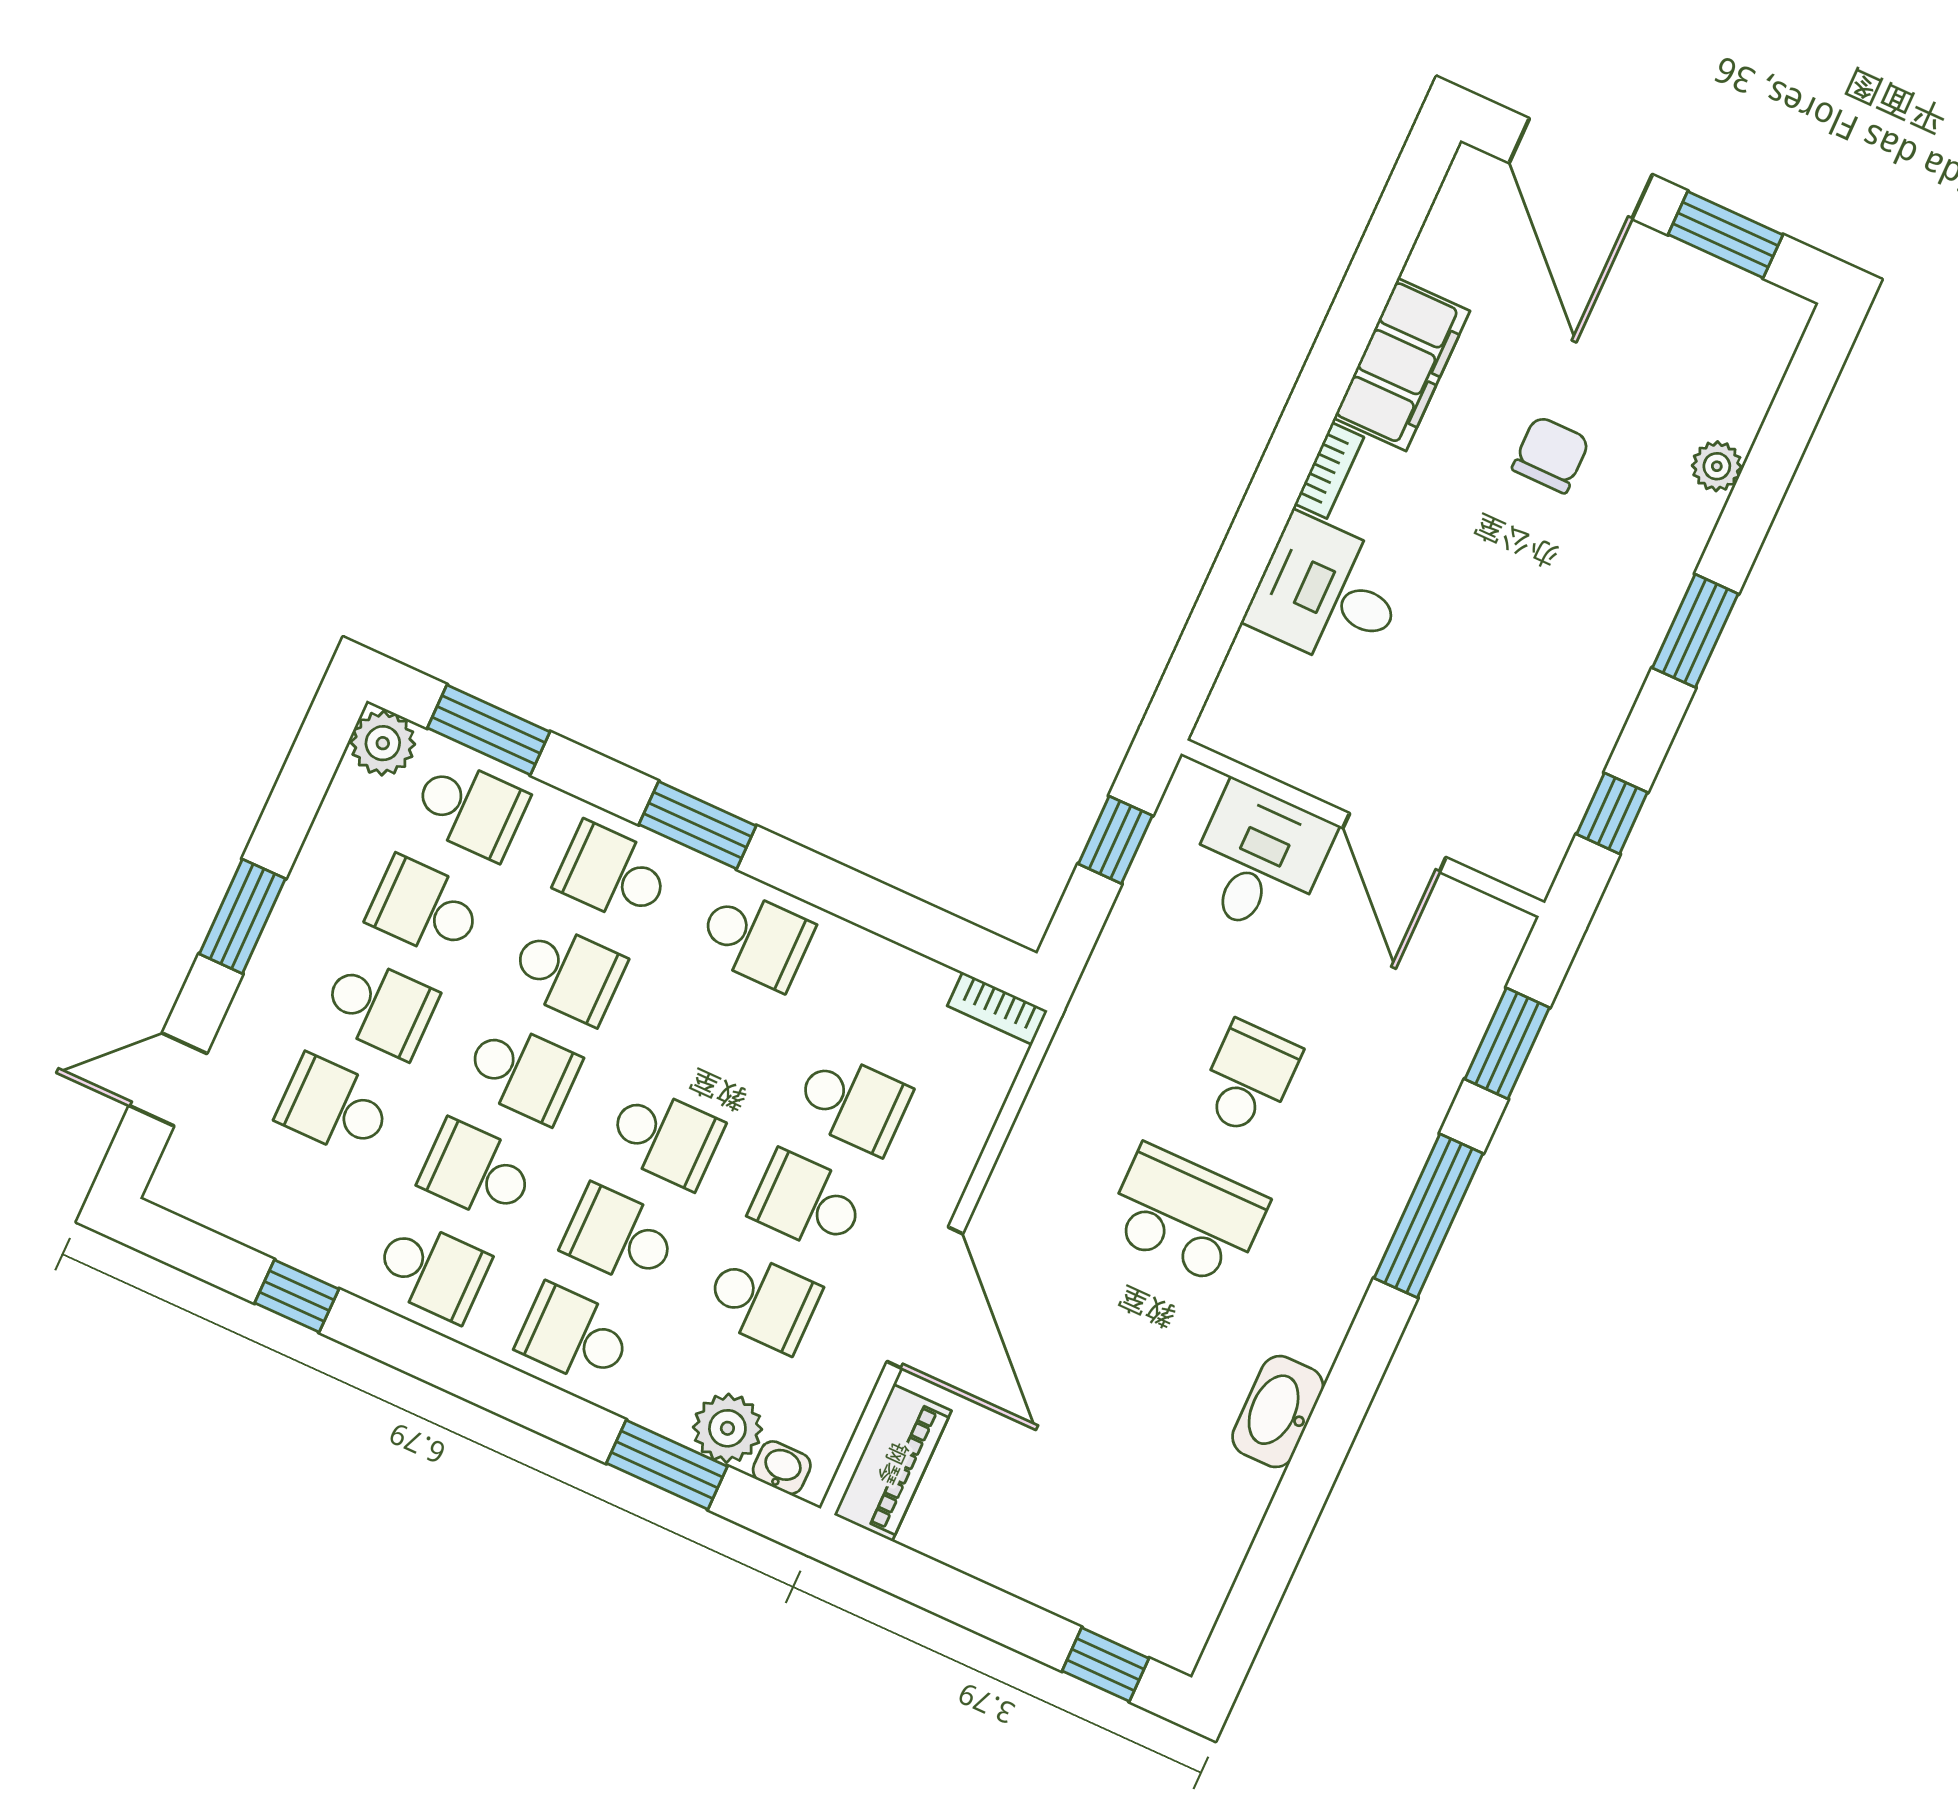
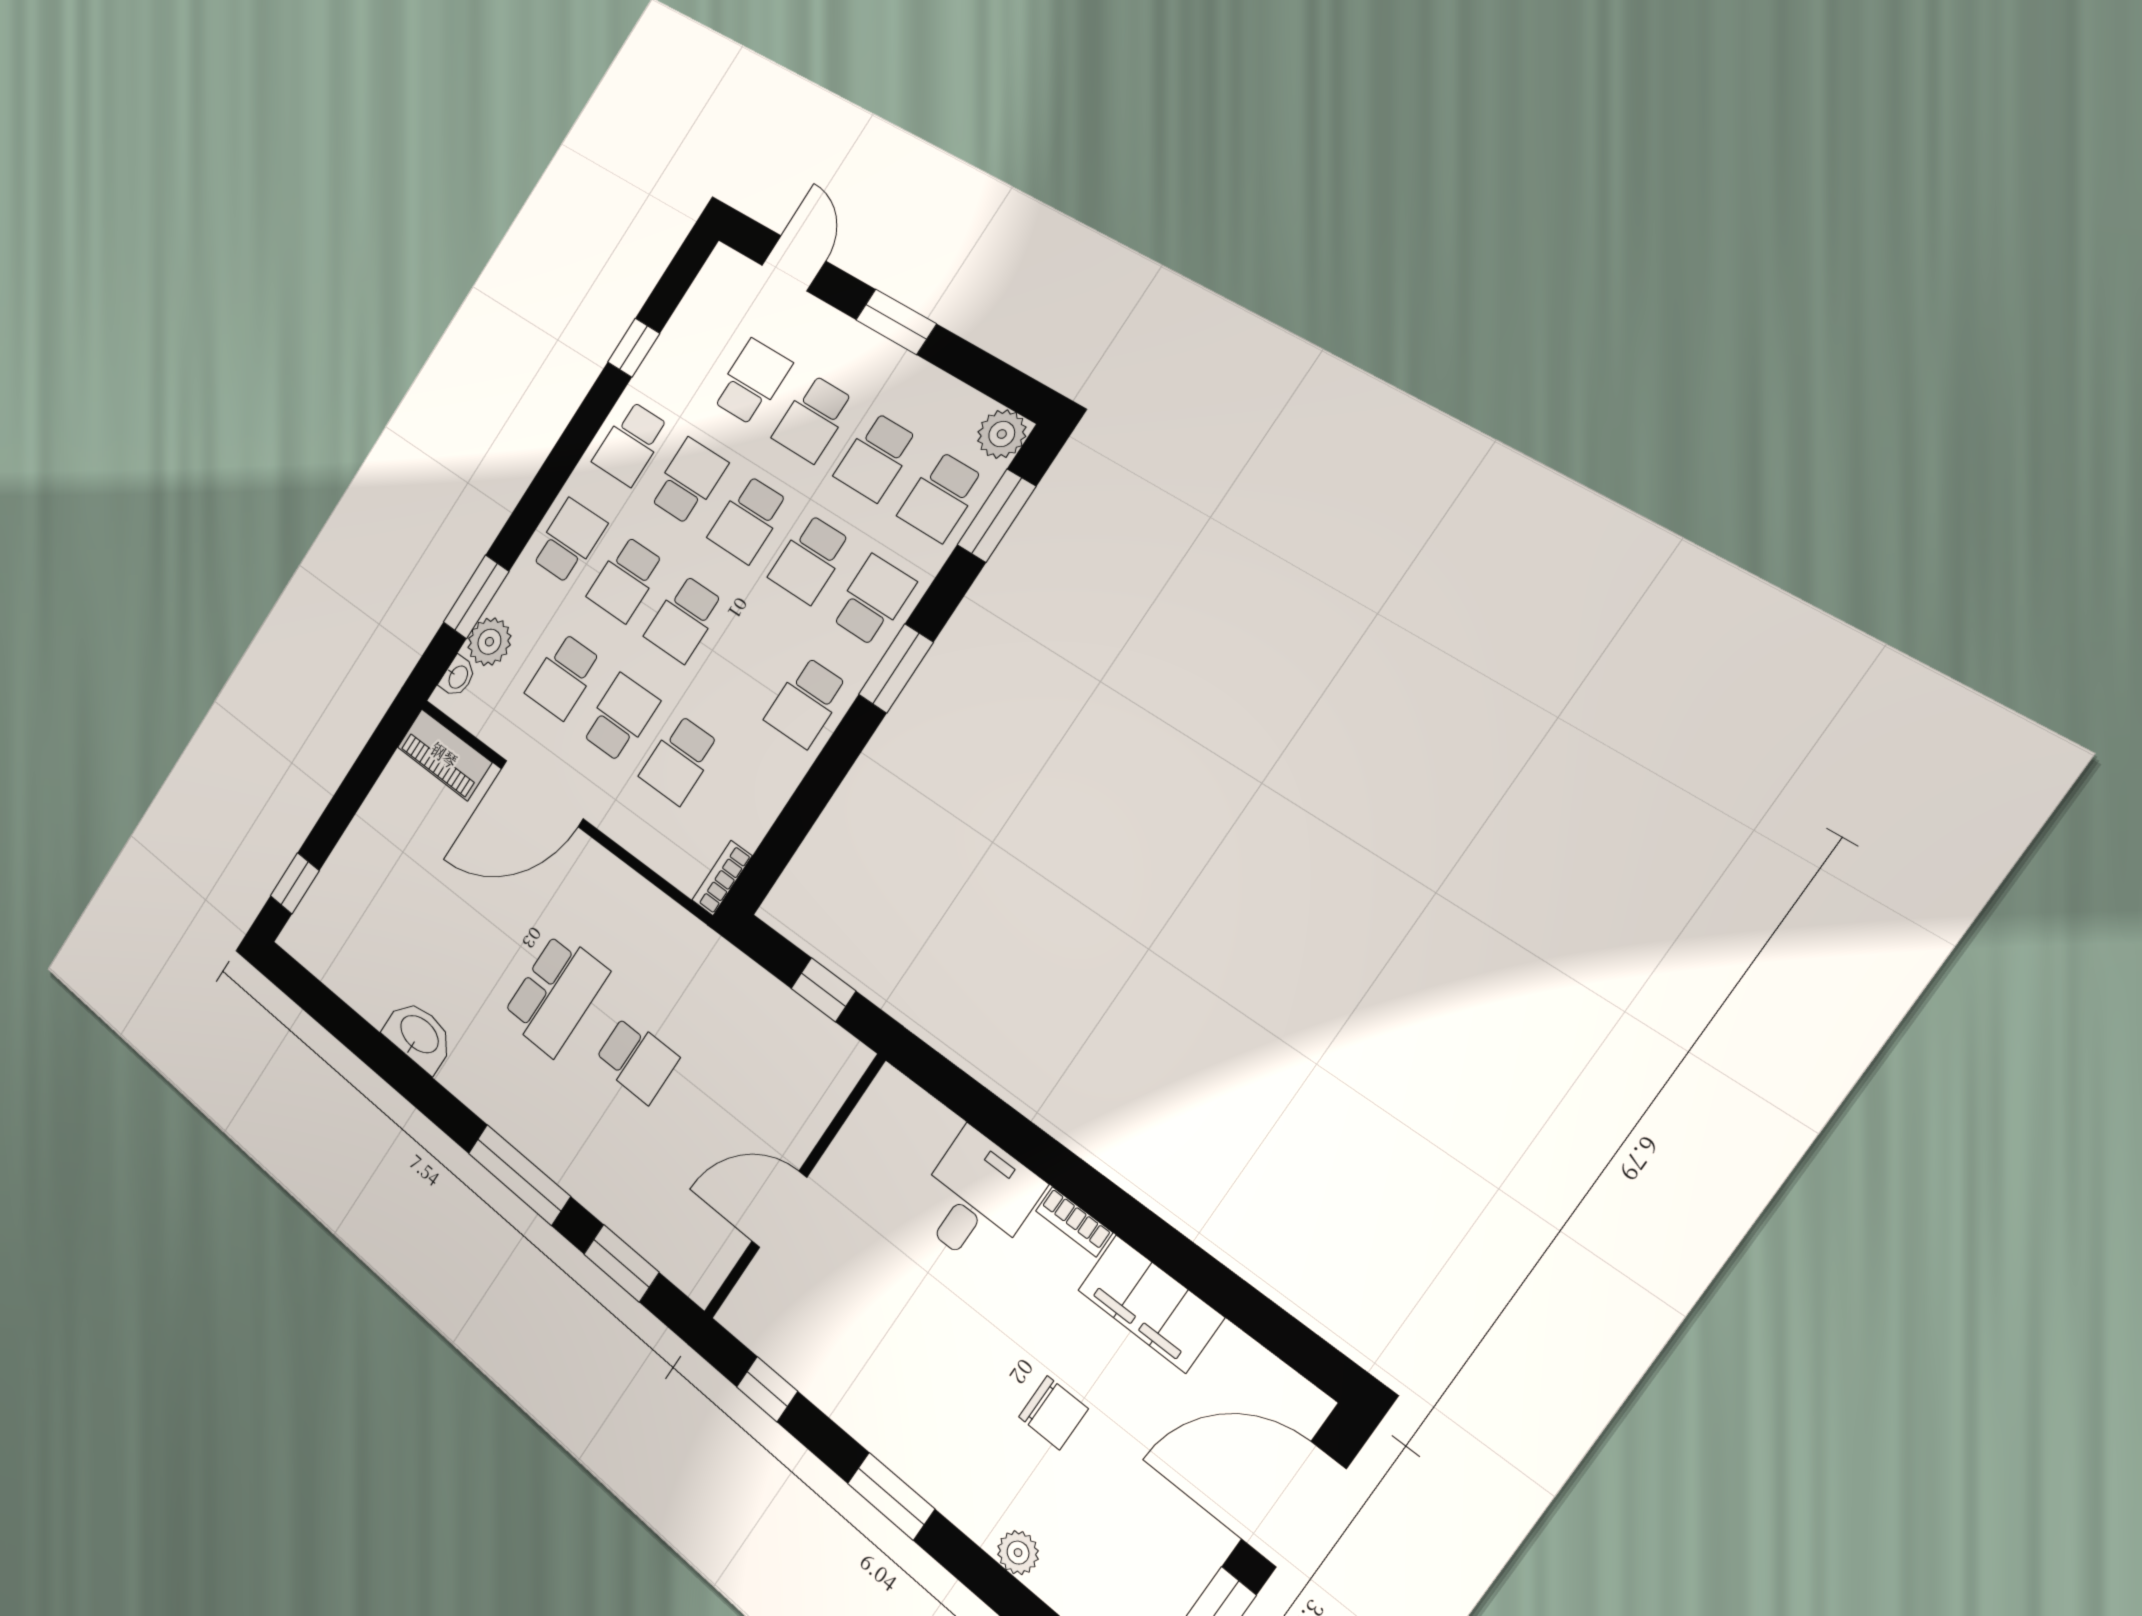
desk: (1259, 860) -> (787, 1099), removed
school desk: (425, 908) -> (876, 457), turned 180
school desk: (620, 1236) -> (626, 579), turned 180

